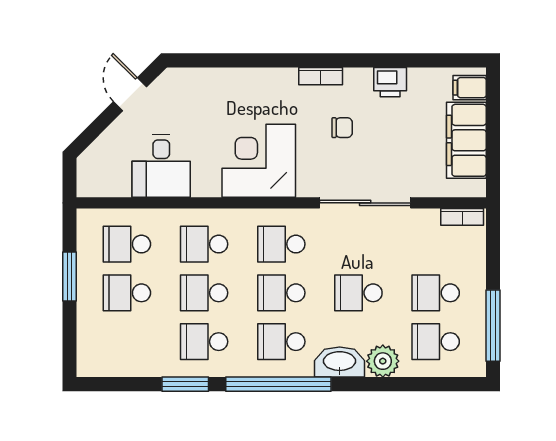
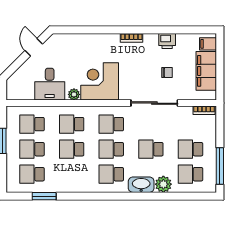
chair: (342, 128) -> (167, 73), moved
plant: (209, 186) -> (74, 94), added
school desk: (204, 342) -> (32, 174), moved
window: (185, 384) -> (44, 196), moved
window: (278, 384) -> (110, 196), removed

